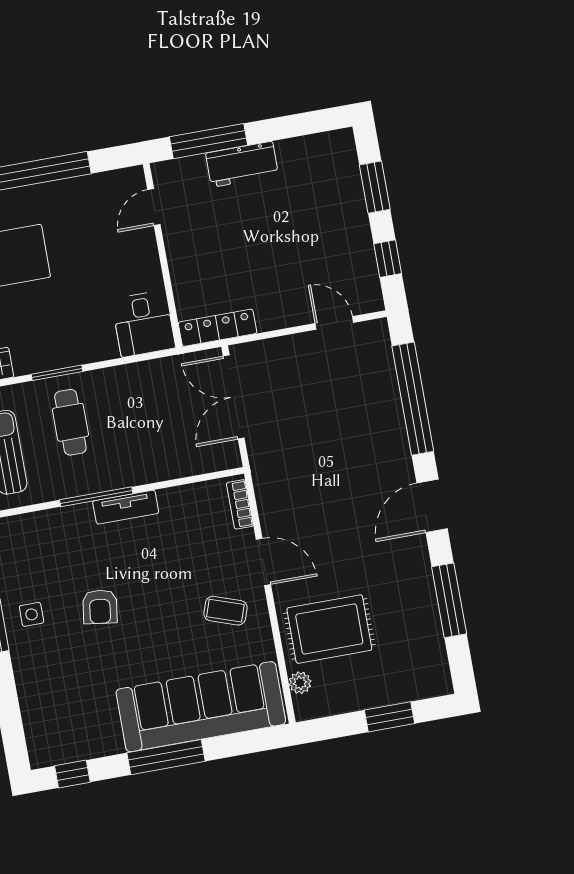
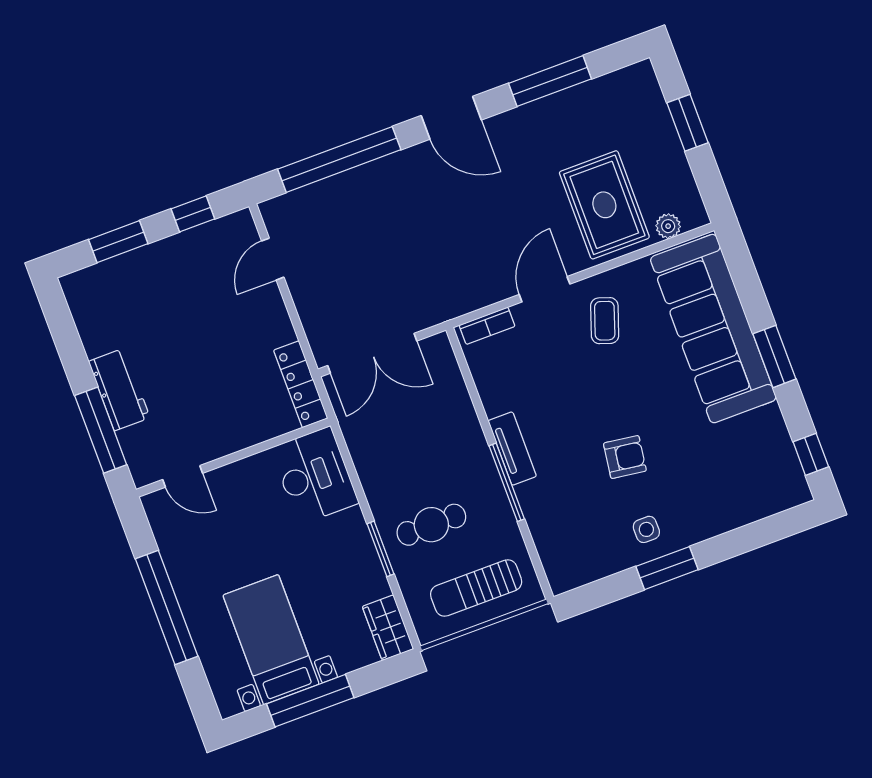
desk: (143, 324) -> (315, 476), width x1.37
window: (166, 757) -> (774, 356), width x0.69

